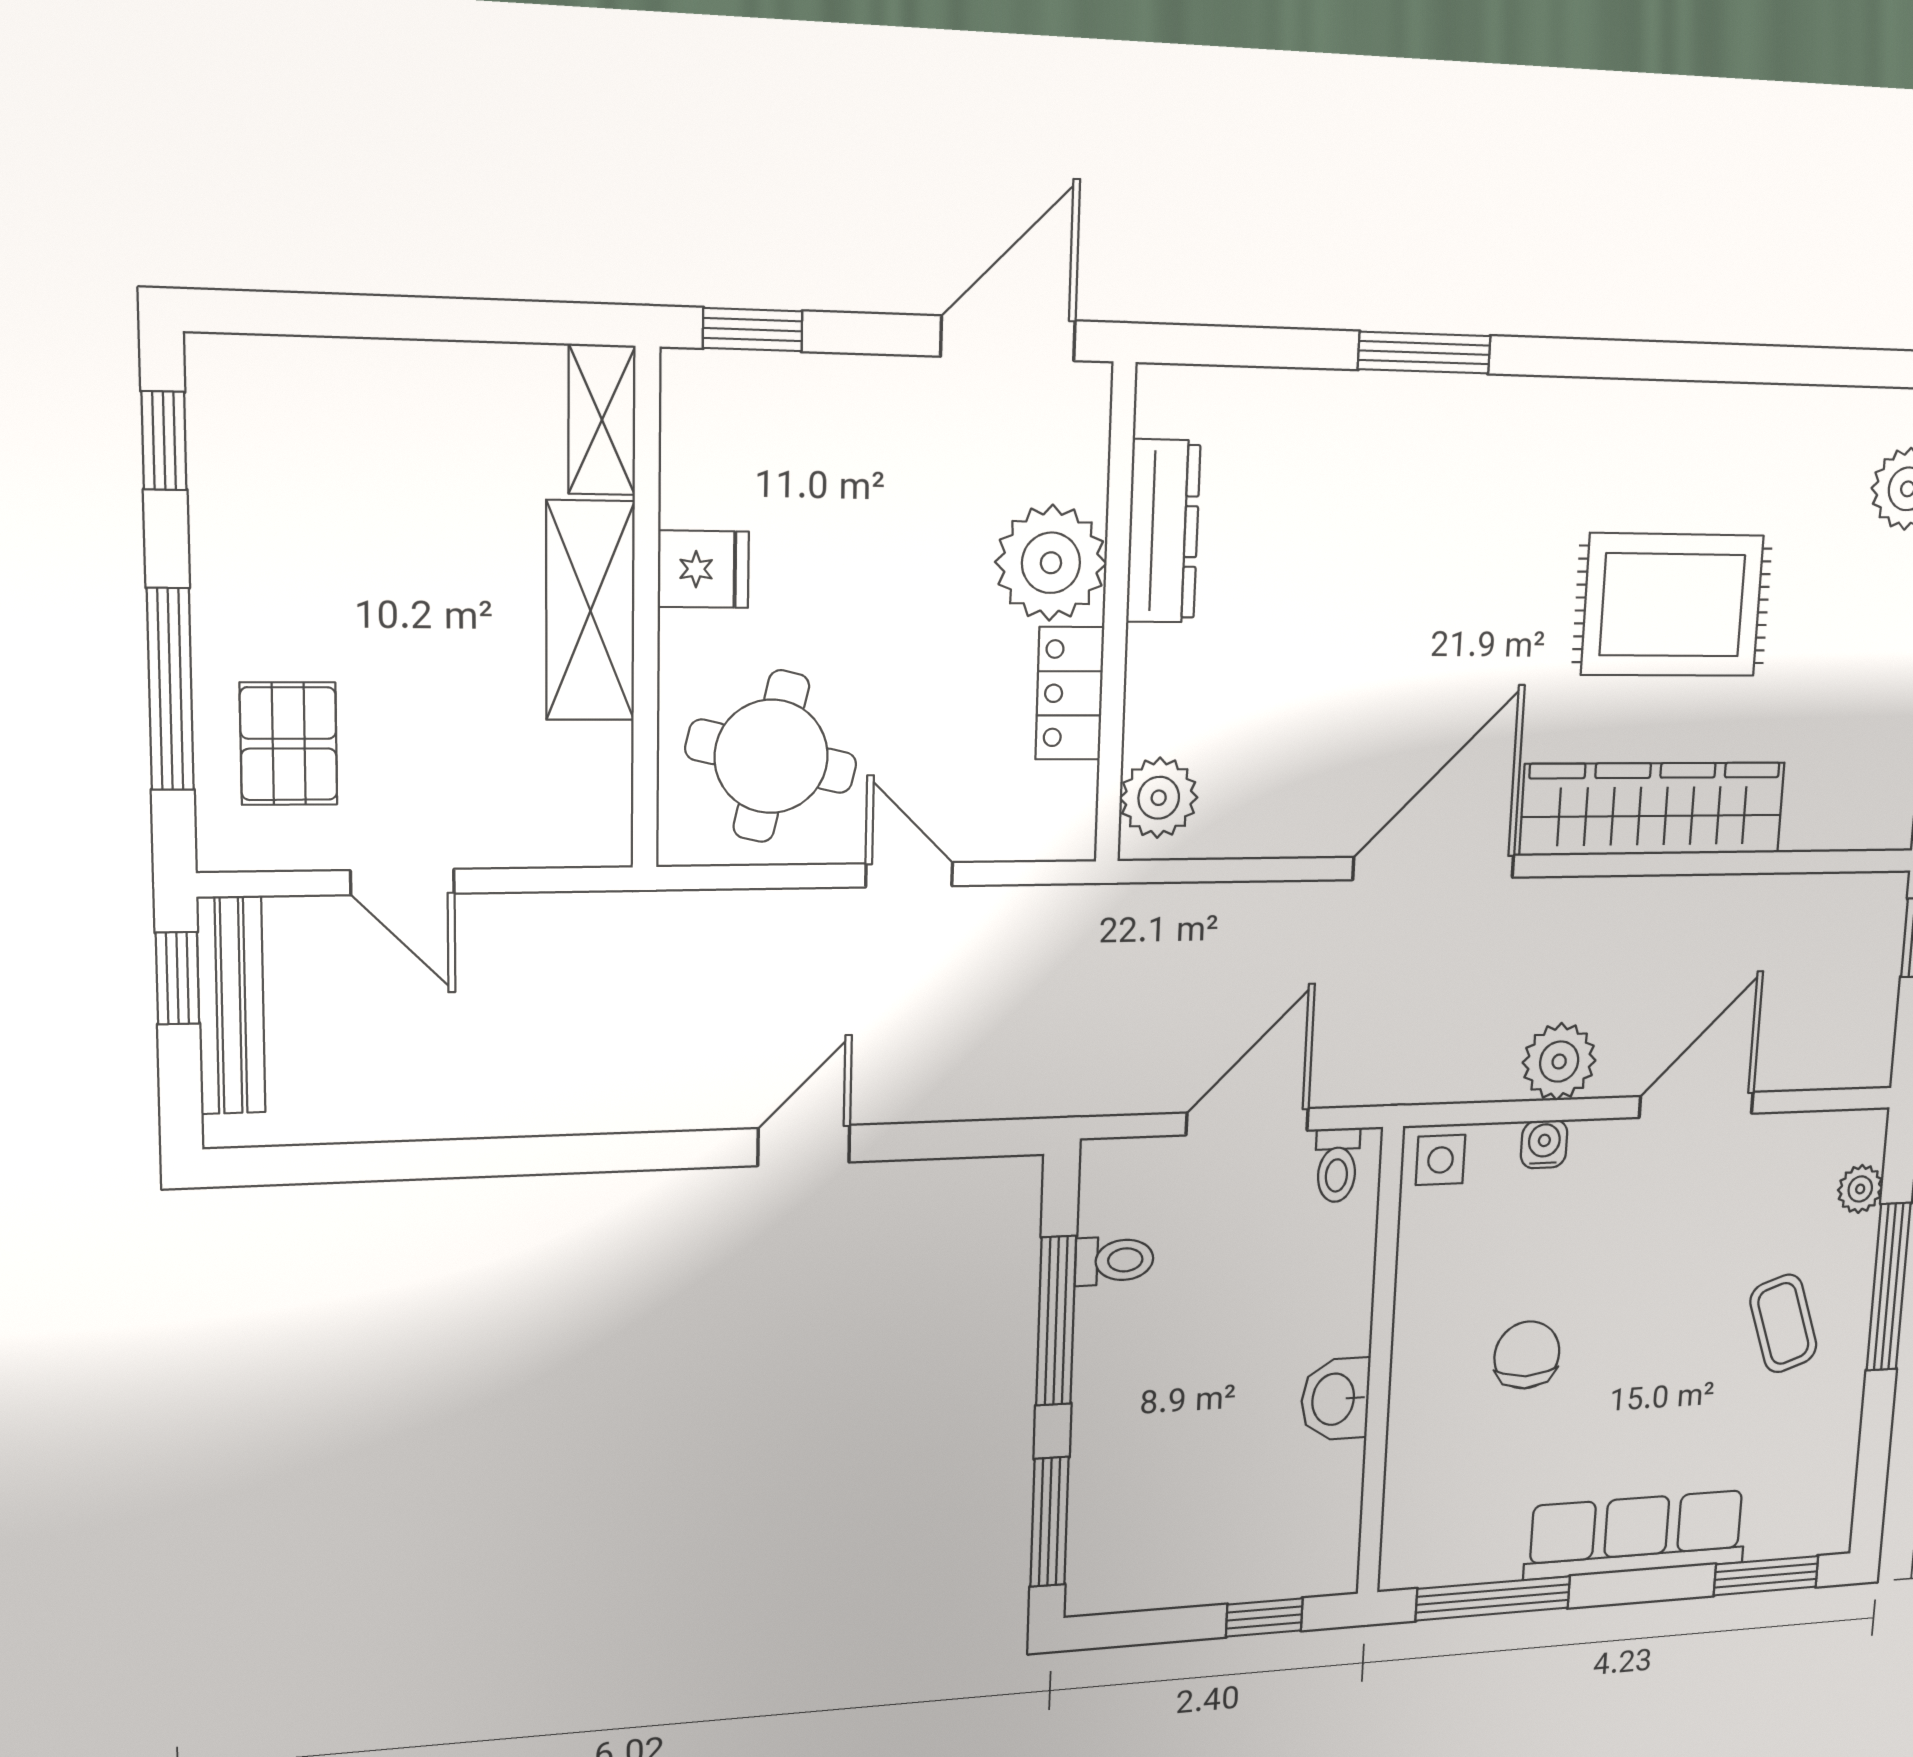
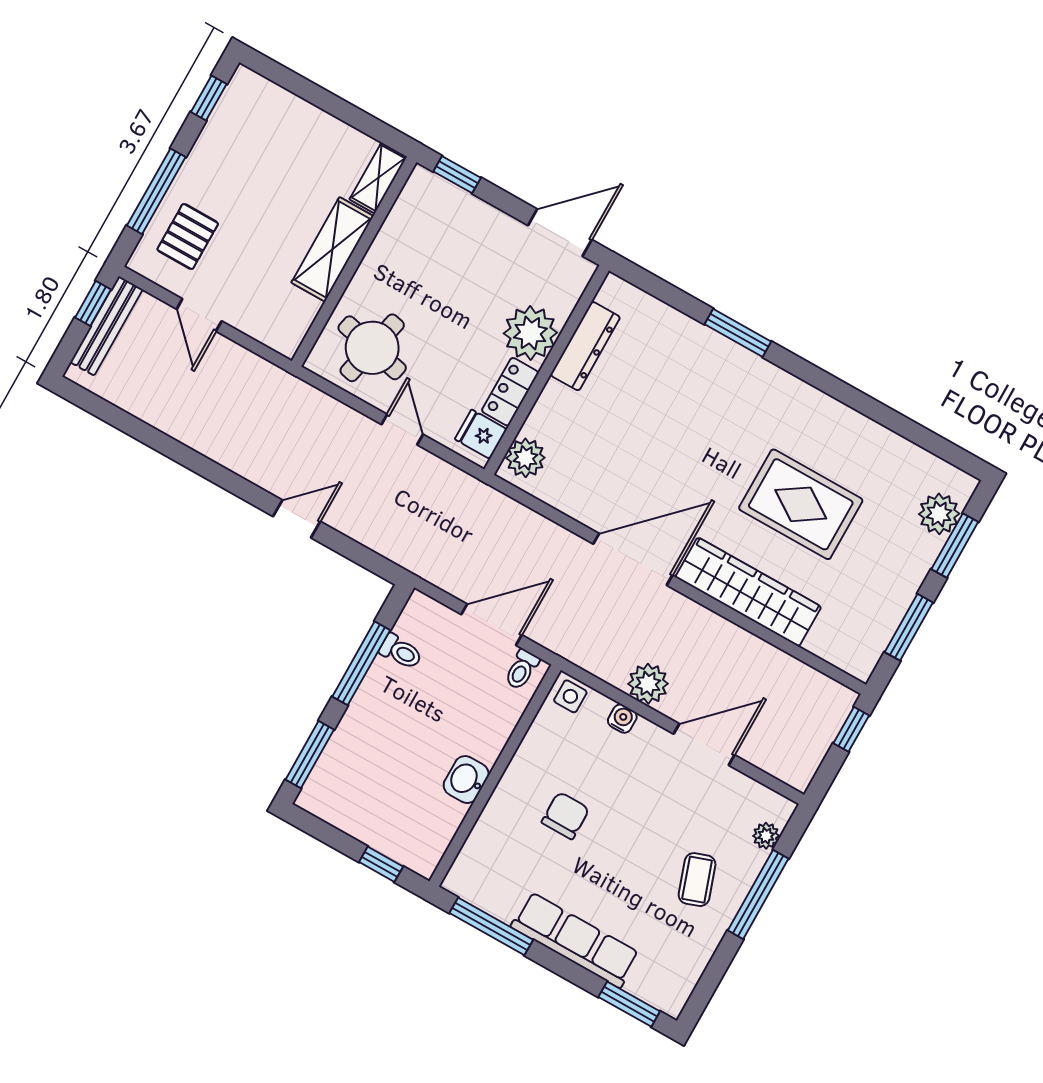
fridge: (703, 569) -> (481, 434), moved, turned 180

